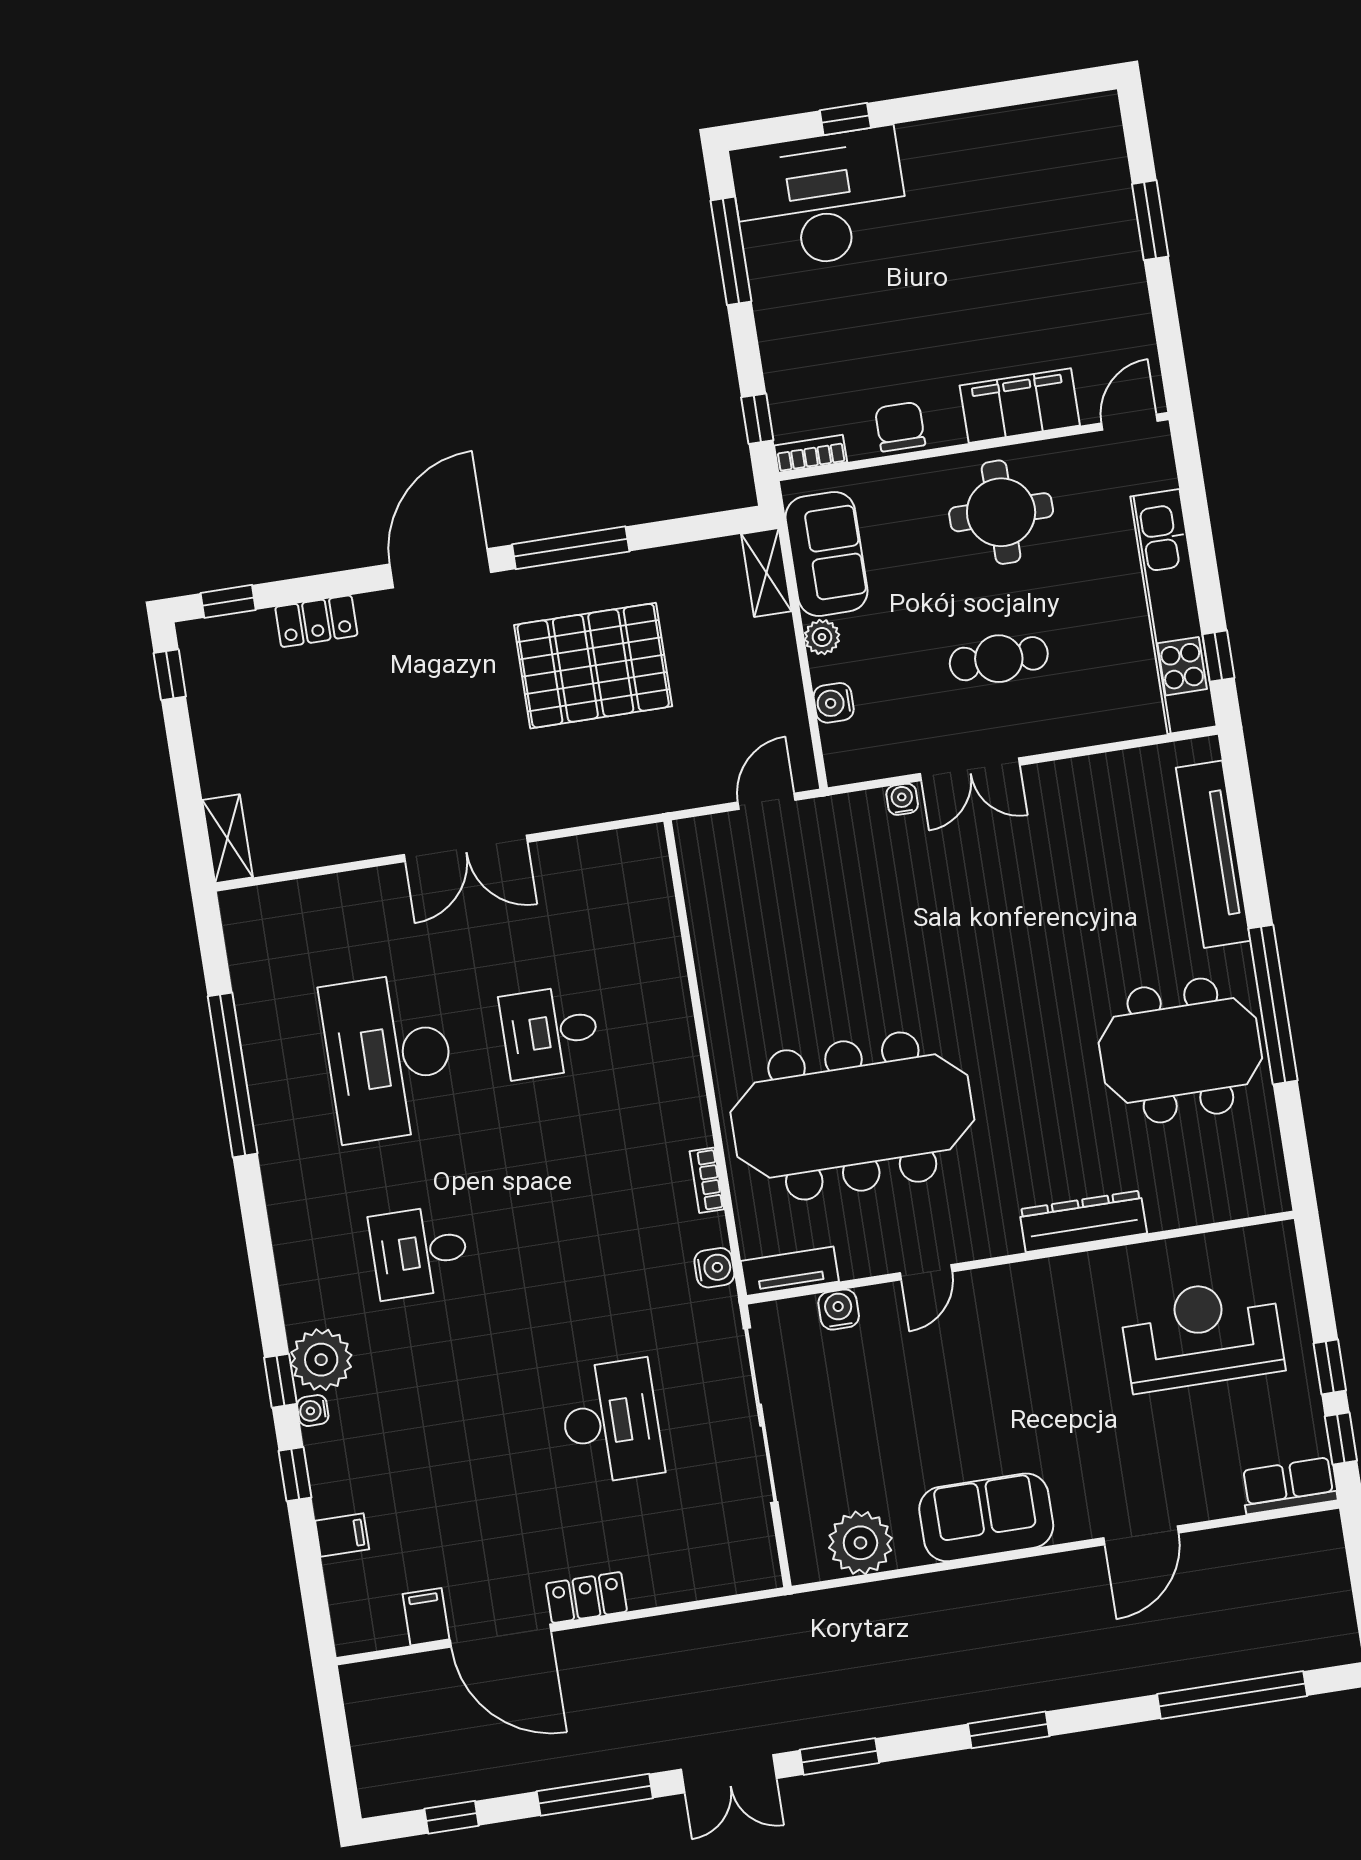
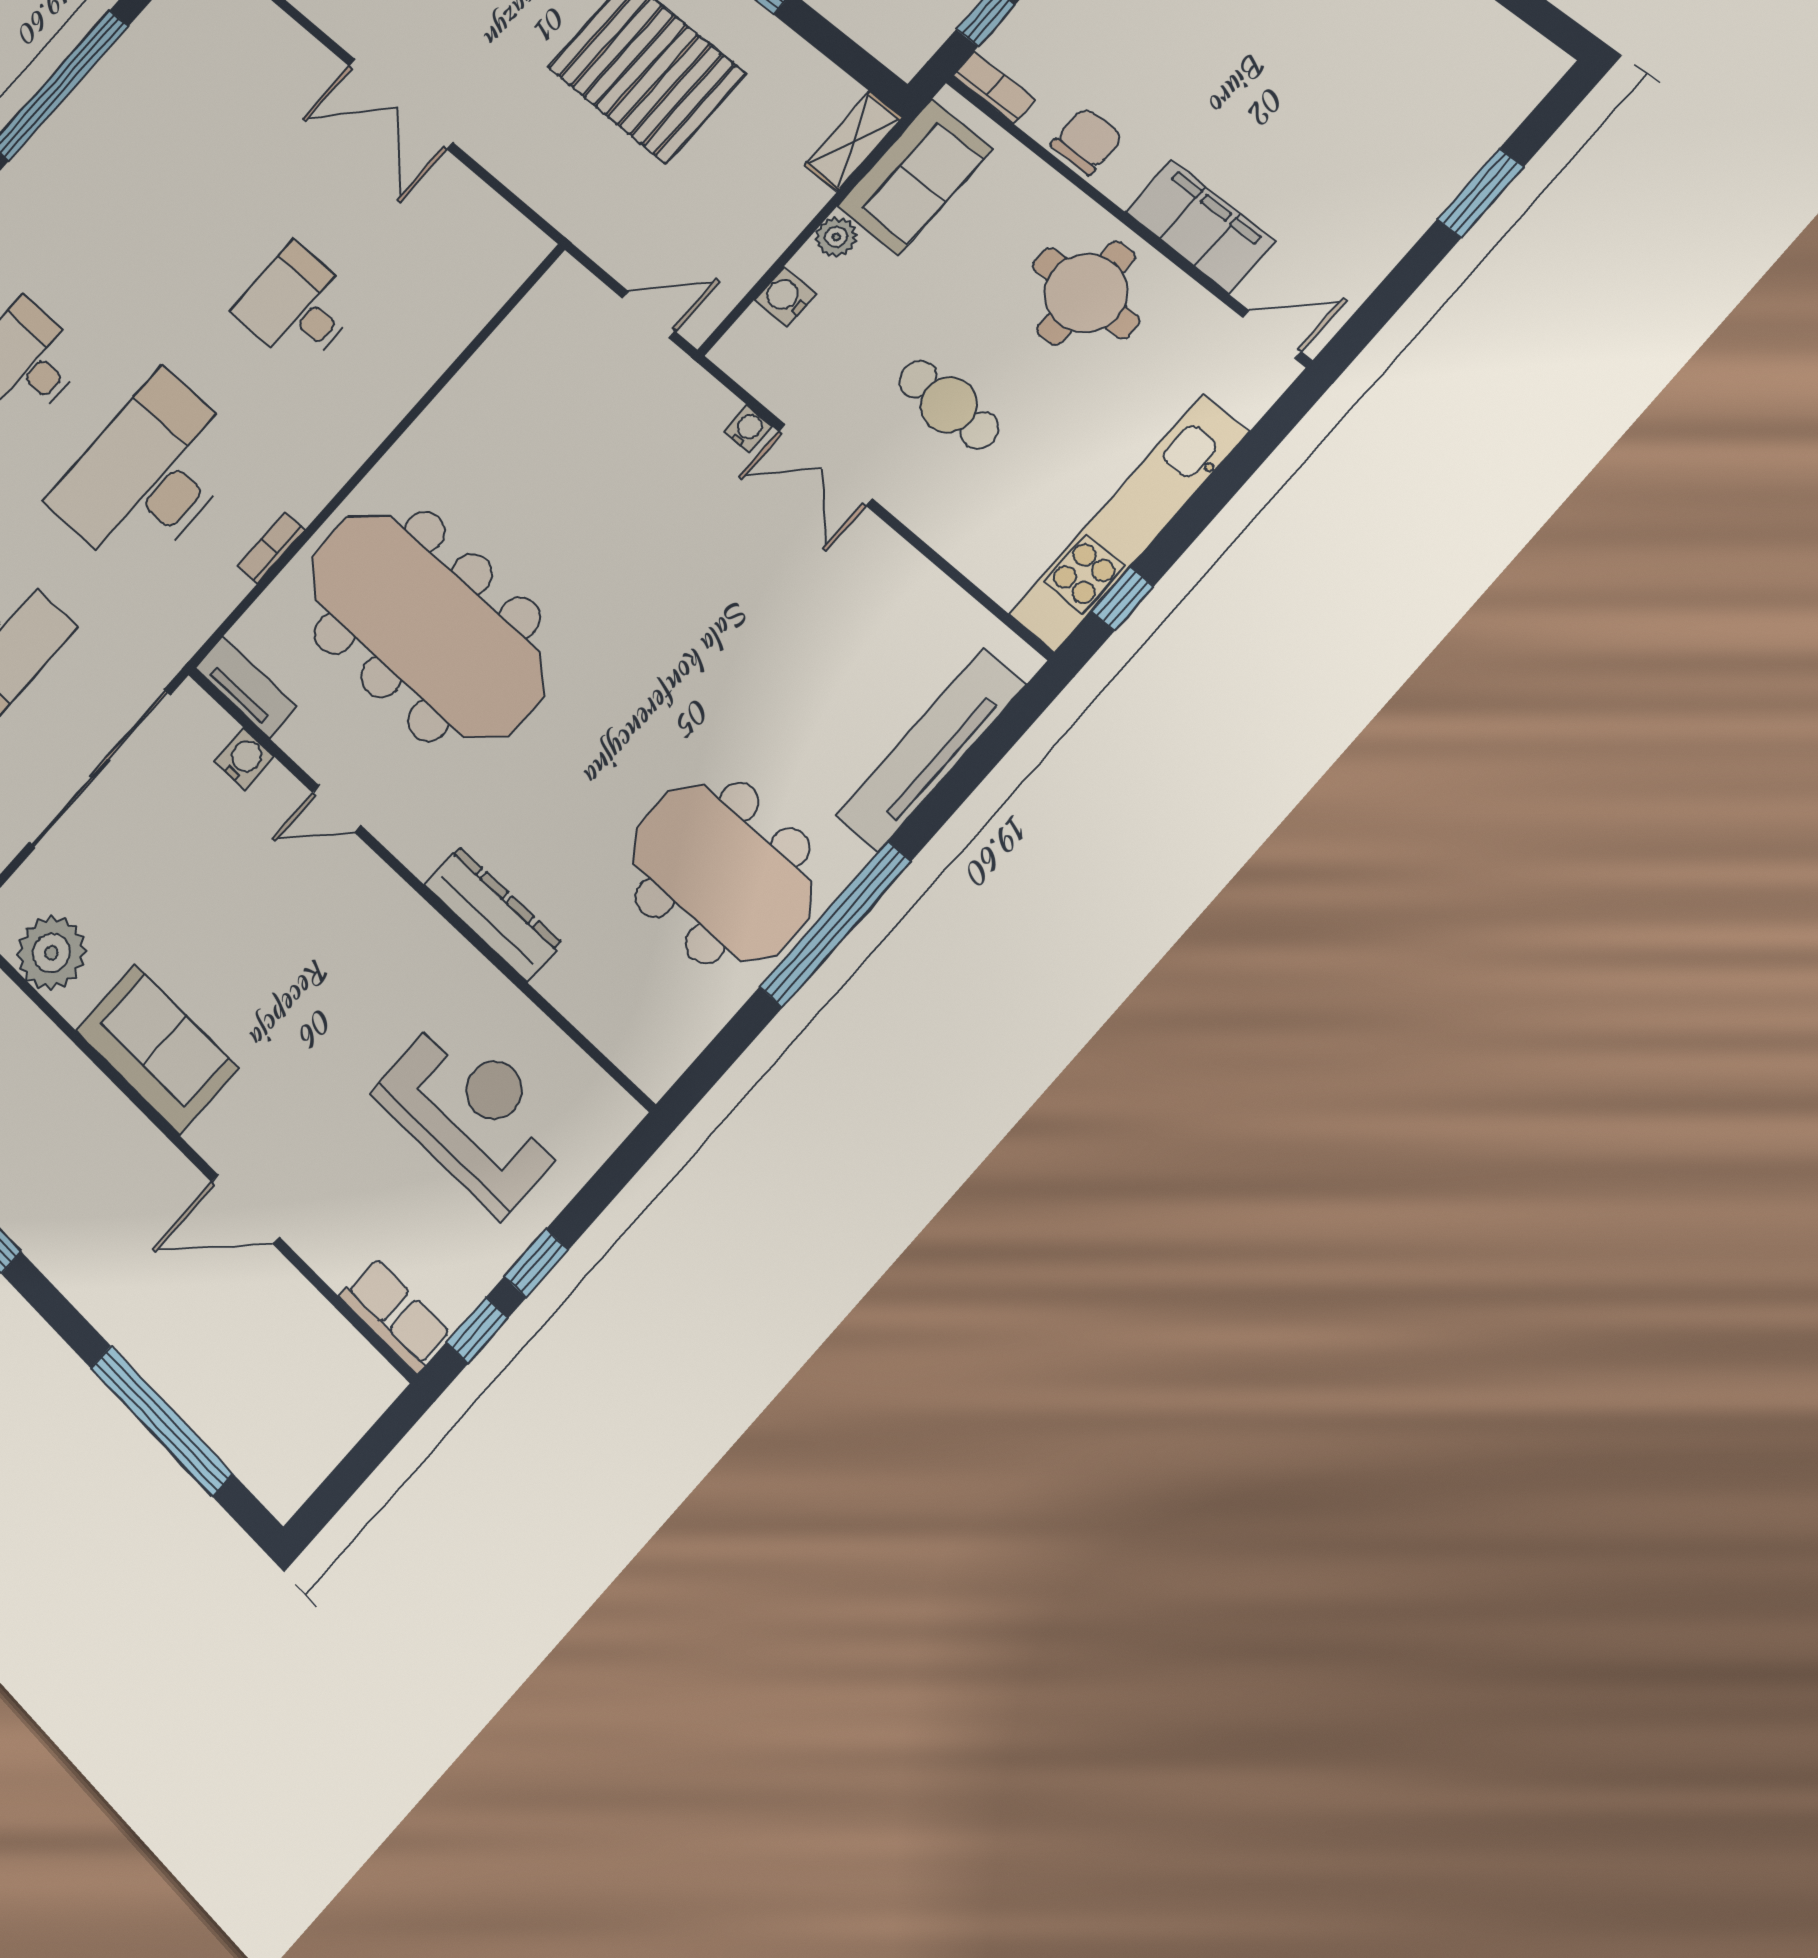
desk: (389, 1057) -> (148, 475), moved
water cooler: (714, 1268) -> (199, 619), removed

